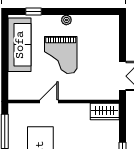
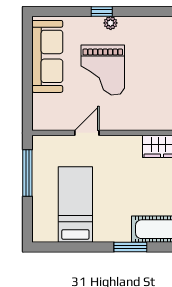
window: (34, 11) -> (102, 12), moved

